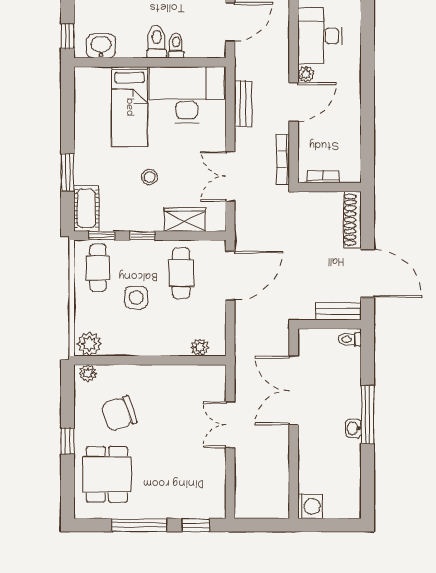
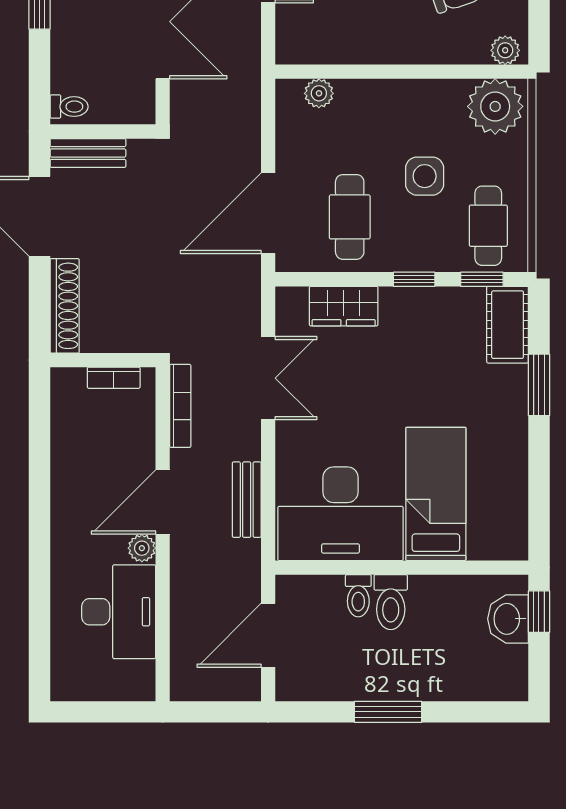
washbasin: (101, 46) -> (508, 619), moved, turned 90
stool: (150, 177) -> (402, 377), removed
plant: (89, 344) -> (495, 106), width x1.36, depth x1.36

